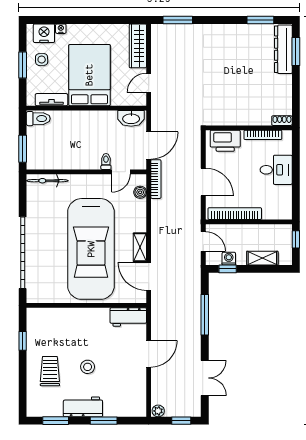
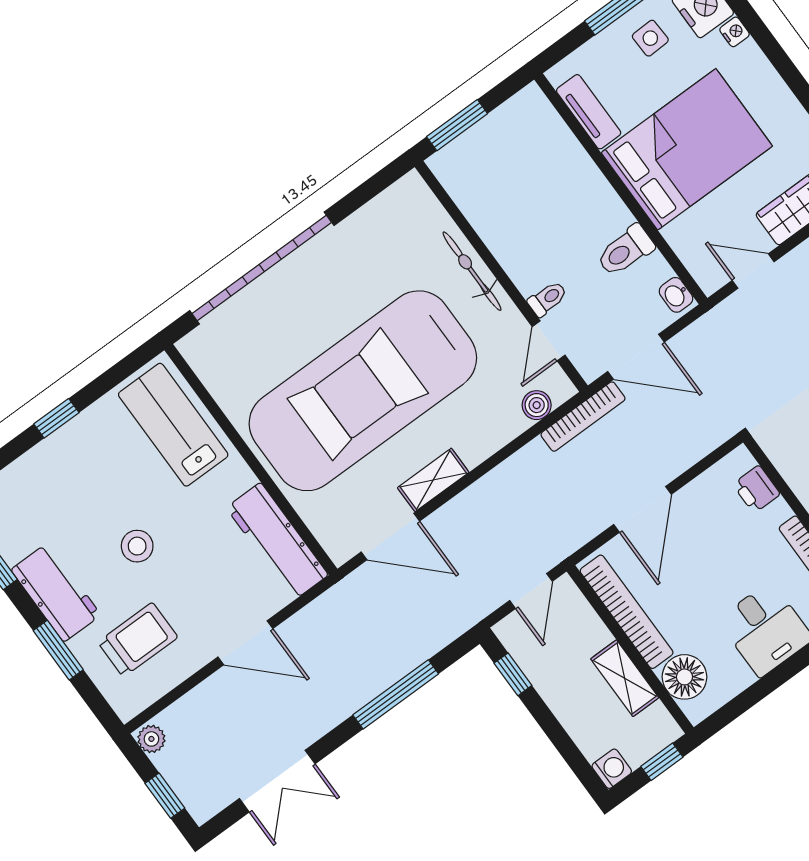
washbasin: (131, 118) -> (676, 295), width x0.52, depth x0.69
toilet: (38, 119) -> (625, 251), moved, turned 90
printer: (225, 141) -> (756, 489), width x0.53, depth x0.68
door: (121, 172) -> (549, 341), hinge flipped
bicycle: (47, 181) -> (472, 271), moved
floor lamp: (272, 210) -> (684, 677), added
shelving: (262, 258) -> (625, 678), moved
washing machine: (229, 259) -> (612, 769), moved
door: (149, 276) -> (390, 537), swing flipped
workbench: (128, 317) -> (277, 541), width x1.38
lab bench: (55, 323) -> (173, 425), added
window: (23, 341) -> (56, 418), moved
trolley: (50, 371) -> (138, 640), moved

